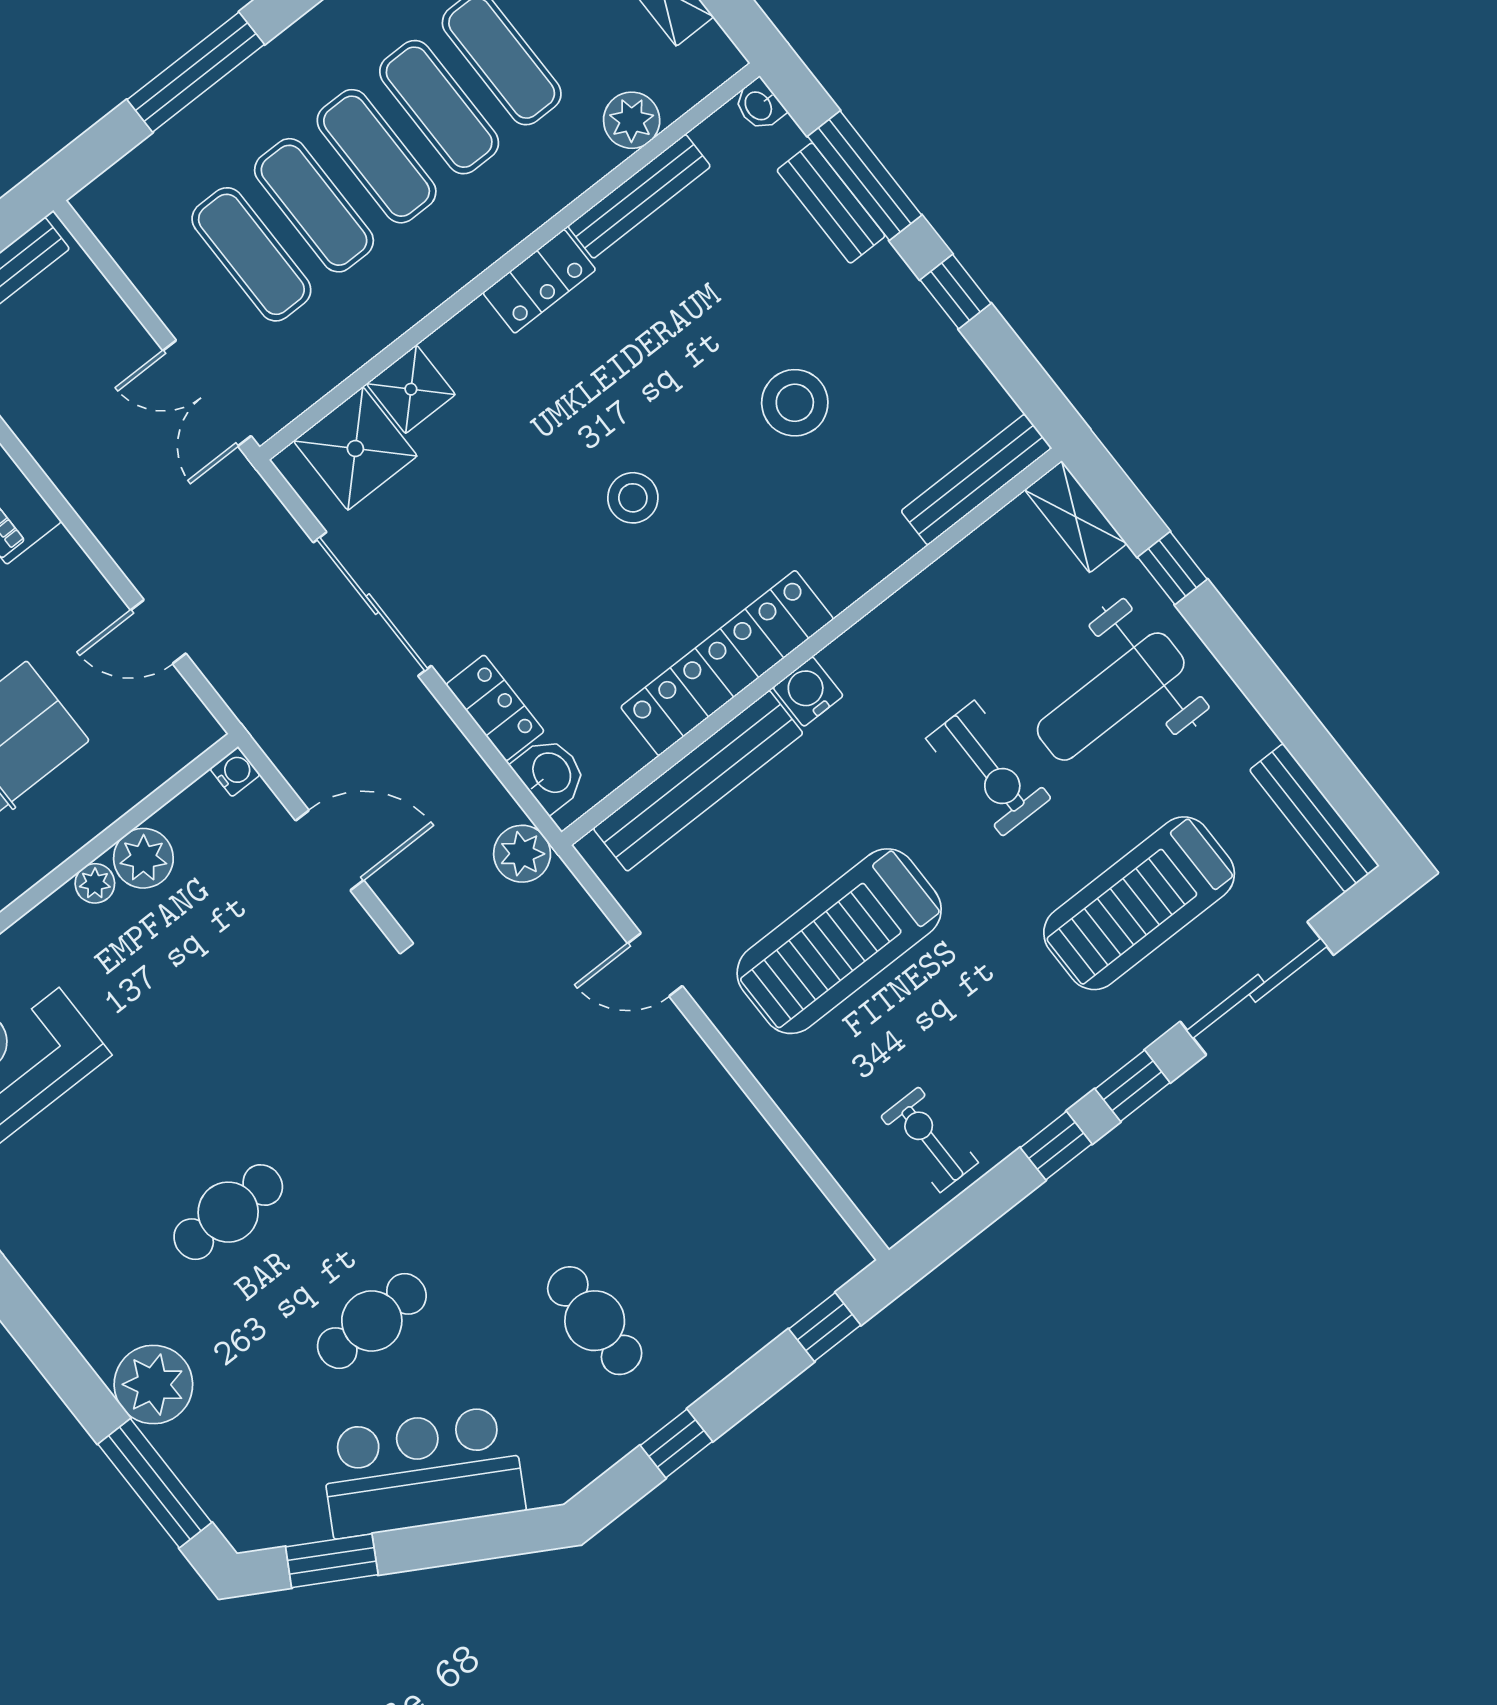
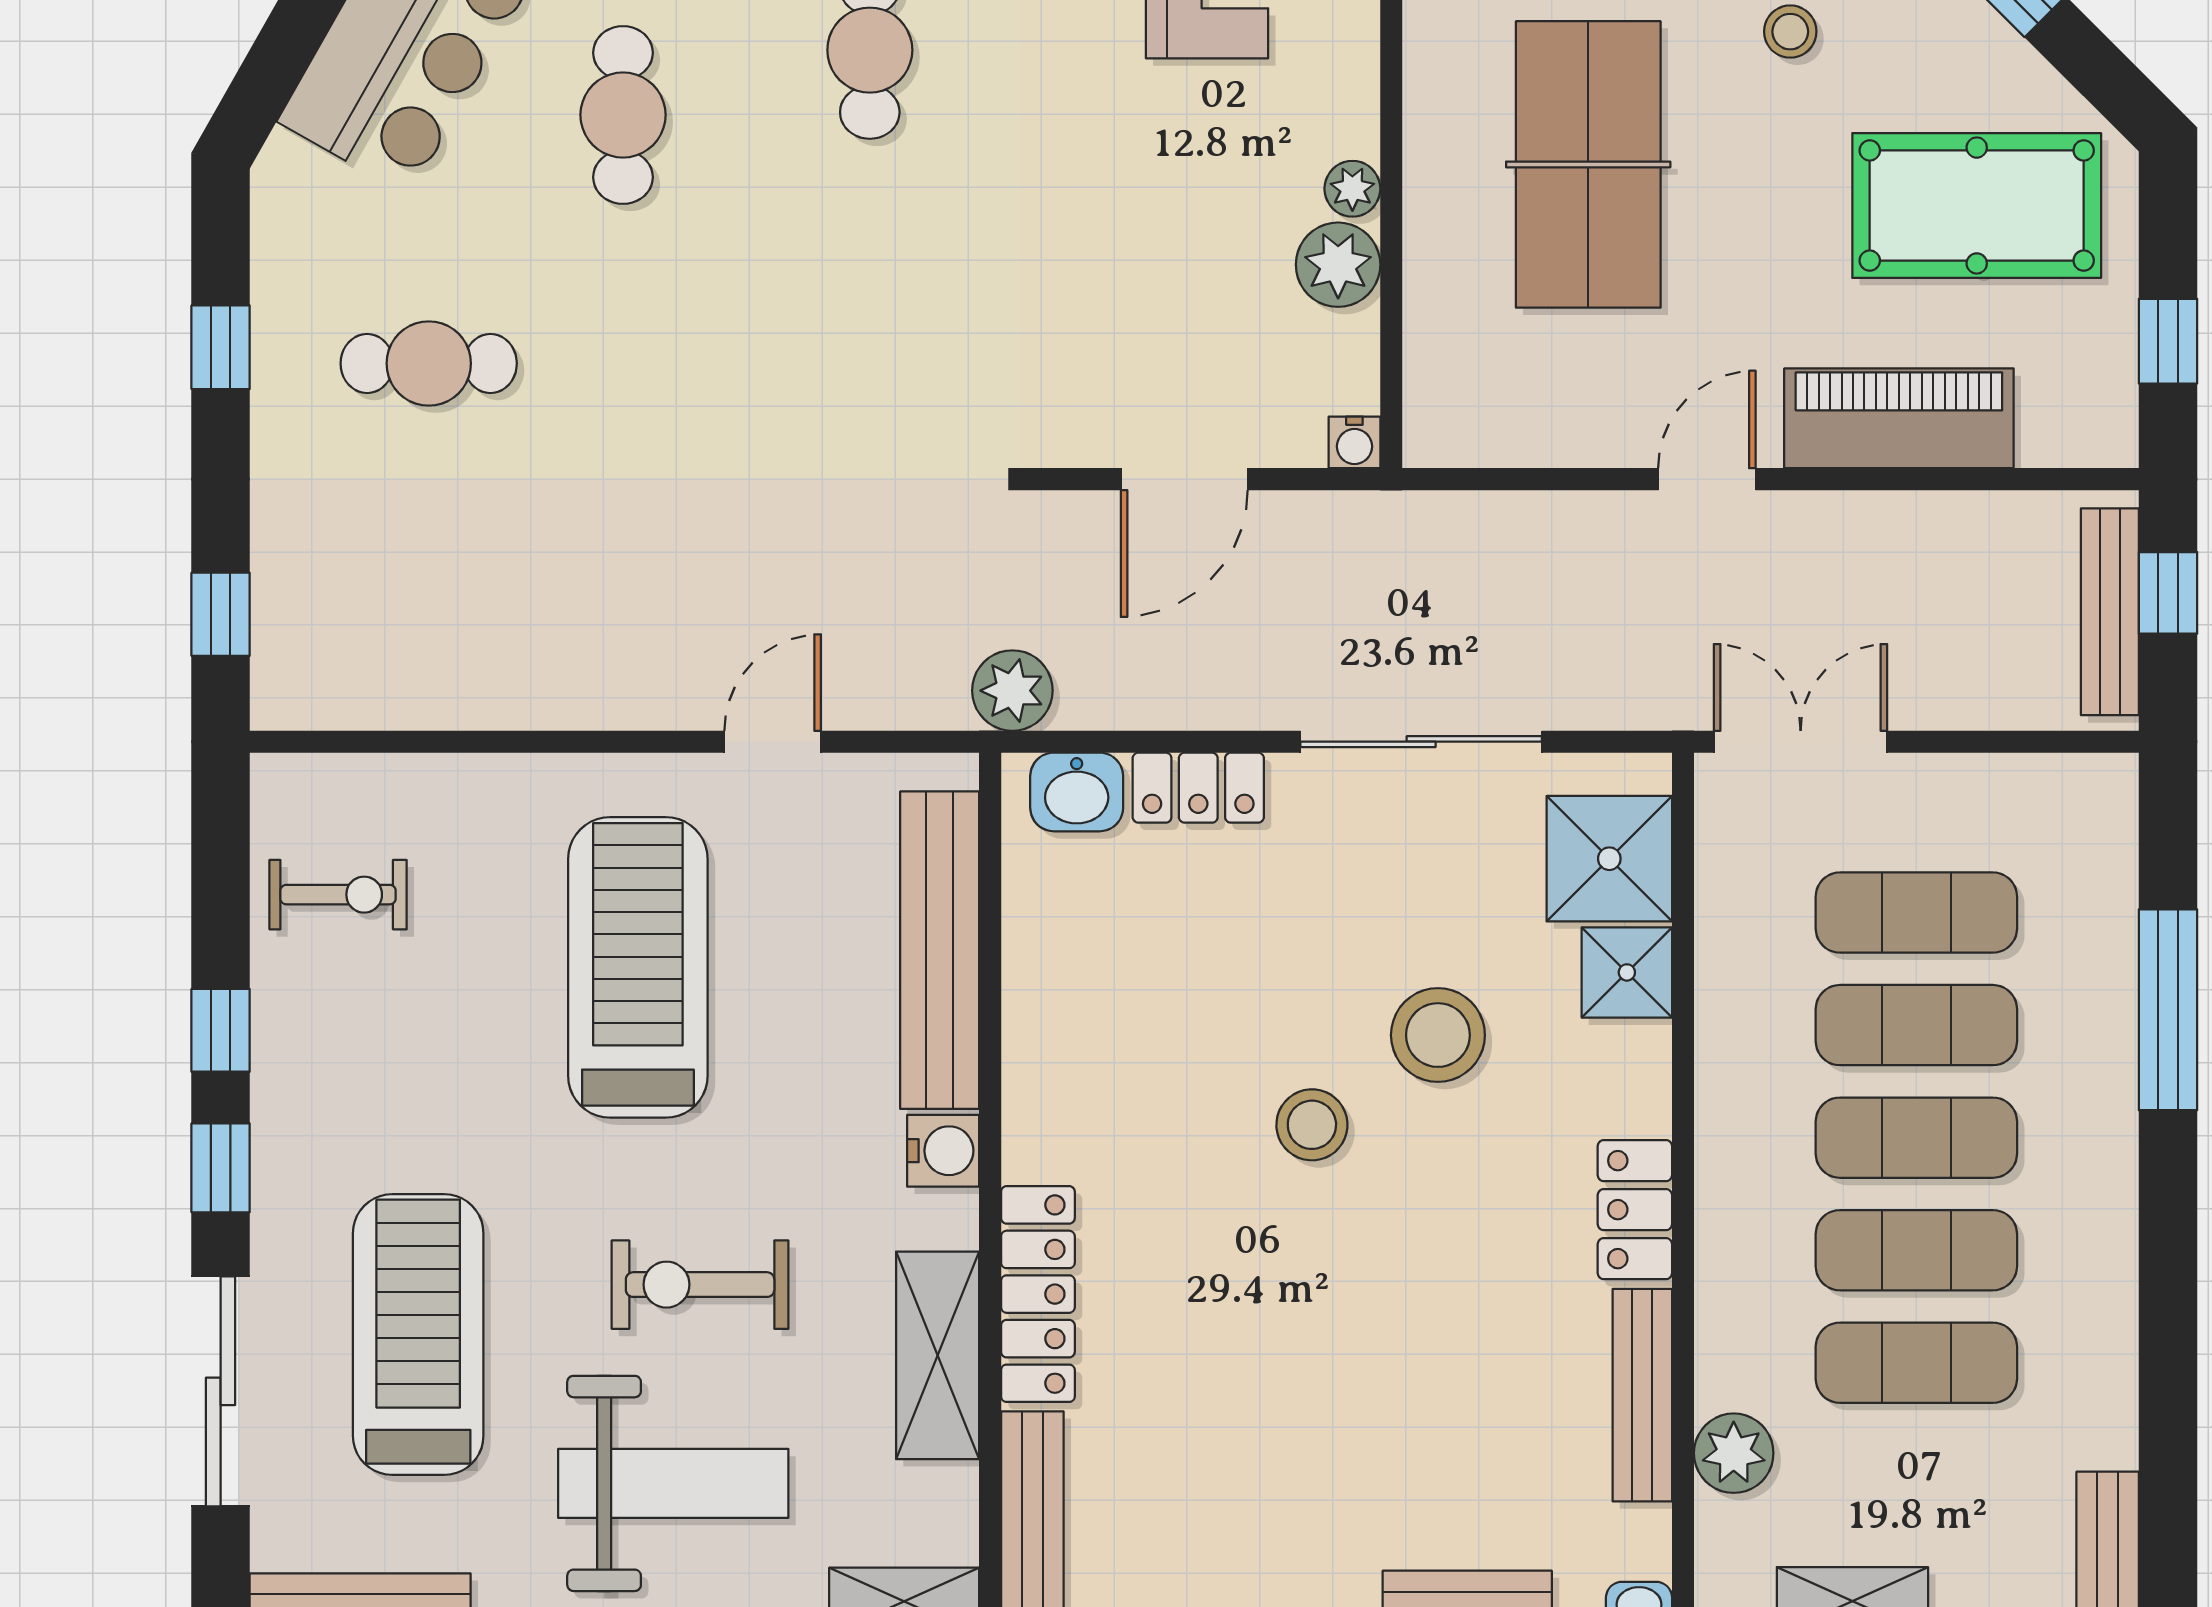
stool: (795, 403) -> (1438, 1035), moved
shelving: (924, 605) -> (938, 1355), added
door: (158, 632) -> (1707, 479), moved
locker: (727, 663) -> (1038, 1294), moved, width x0.71, depth x0.83
weight bench: (1111, 697) -> (673, 1483), turned 90

